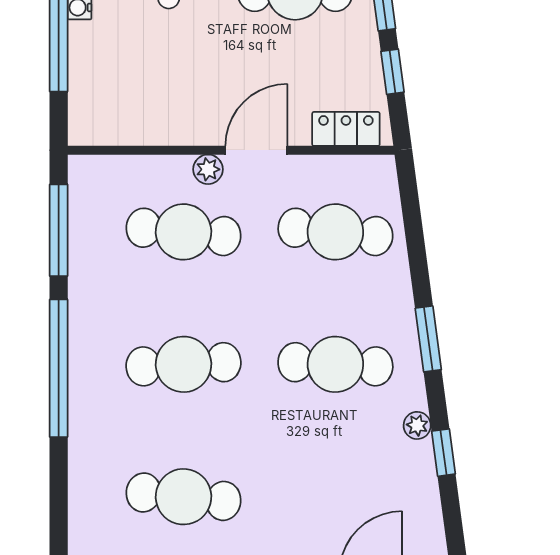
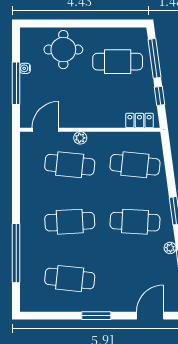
door: (256, 150) -> (45, 130), moved
window: (59, 230) -> (16, 164), removed
window: (59, 368) -> (16, 253), moved

